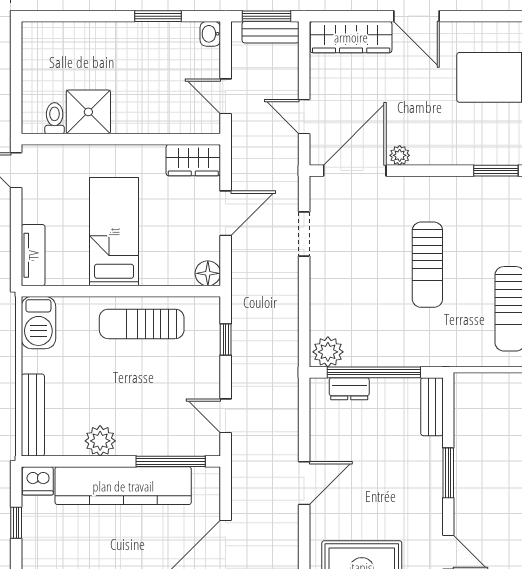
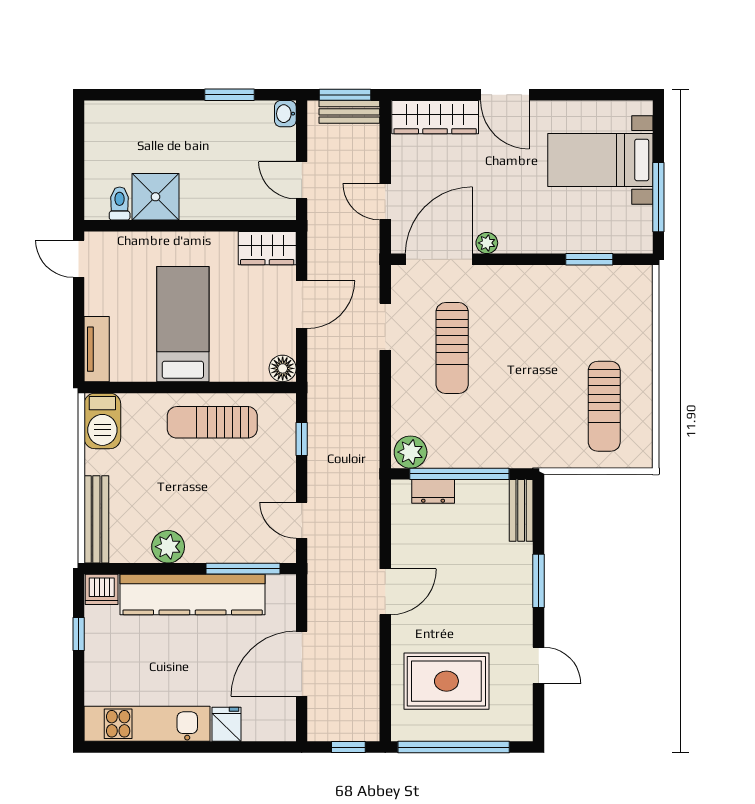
sun lounger: (427, 265) -> (452, 348), moved

